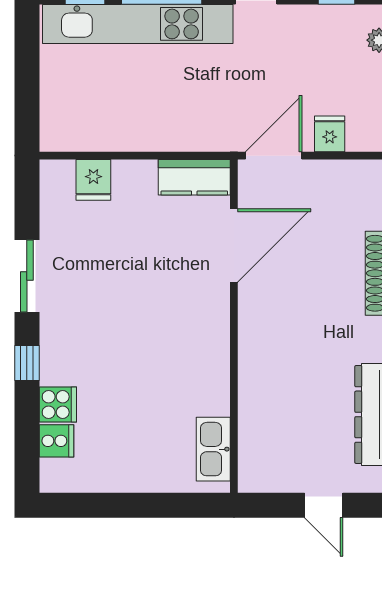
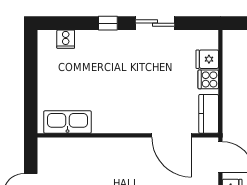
cooker: (58, 404) -> (208, 79), moved, turned 90
kitchen sink: (213, 449) -> (67, 122), width x1.36, depth x1.24

